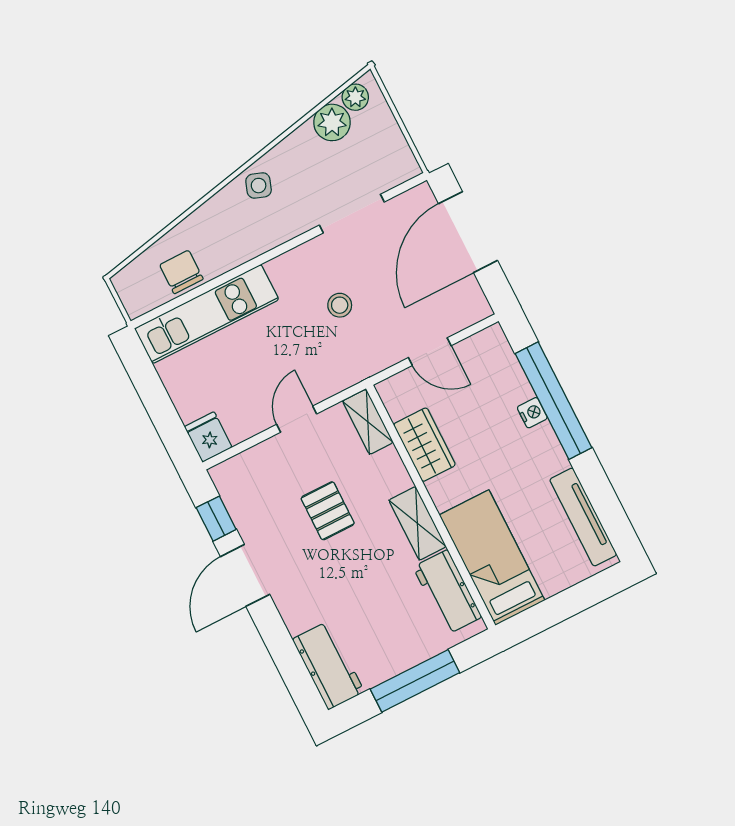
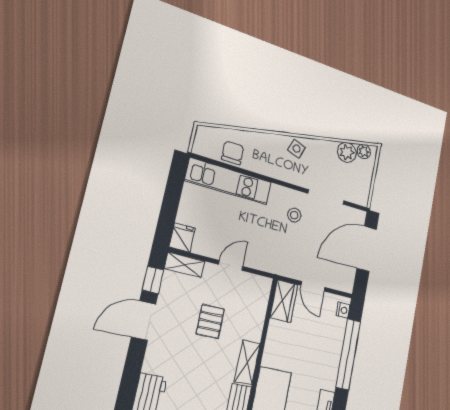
stool: (340, 305) -> (294, 215), moved
nightstand: (532, 413) -> (343, 310), moved
shelving: (368, 422) -> (185, 265), moved, turned 90
wardrobe: (425, 445) -> (284, 301), moved

